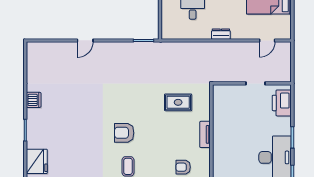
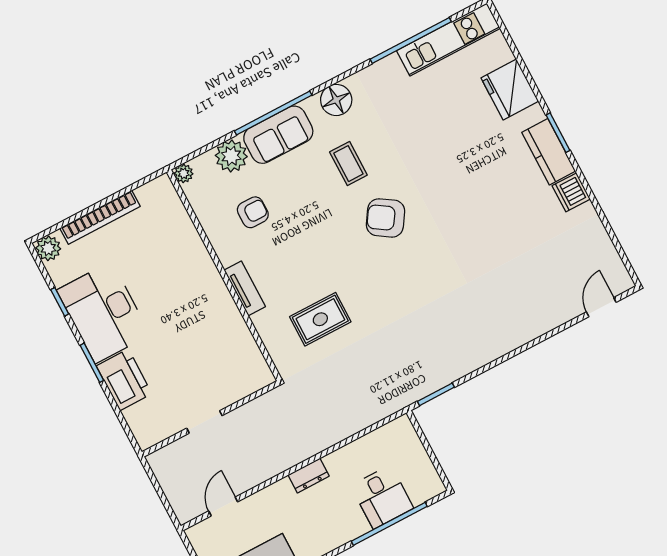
door: (85, 40) -> (601, 307), moved
printer: (282, 103) -> (124, 380), moved
kitchen counter: (34, 124) -> (549, 152), added
armchair: (124, 133) -> (386, 218), turned -147

